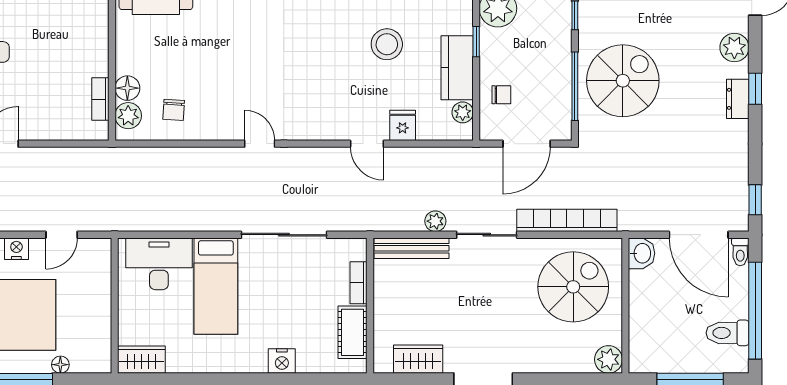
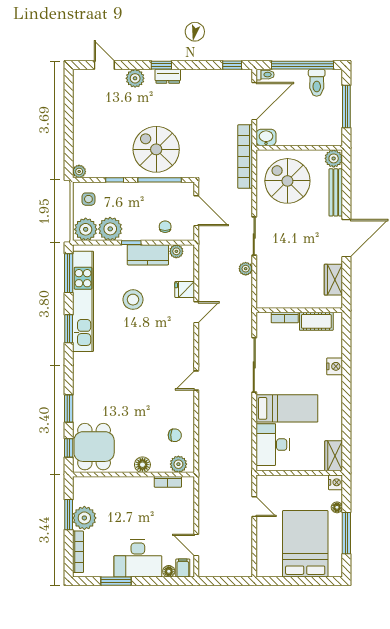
floor lamp: (127, 88) -> (142, 465), moved
bookcase: (567, 220) -> (245, 156), moved
bench: (411, 248) -> (336, 192), moved
nightstand: (16, 249) -> (336, 482), moved, turned 180

